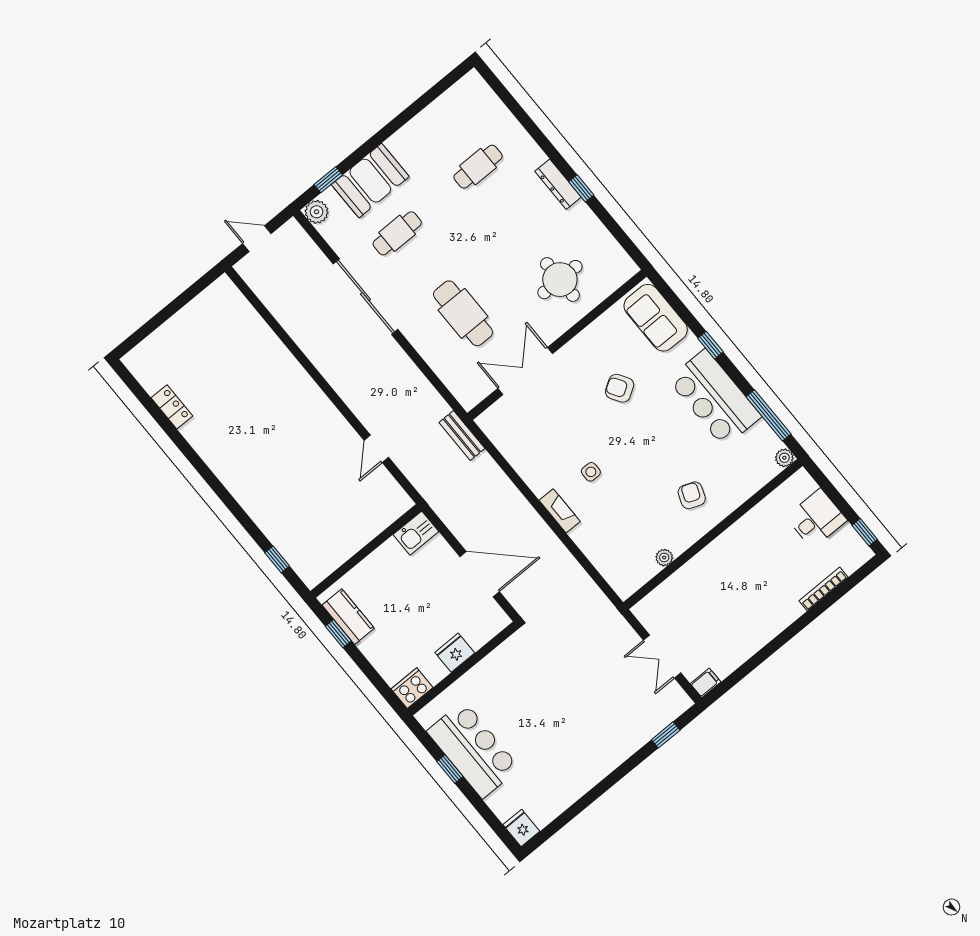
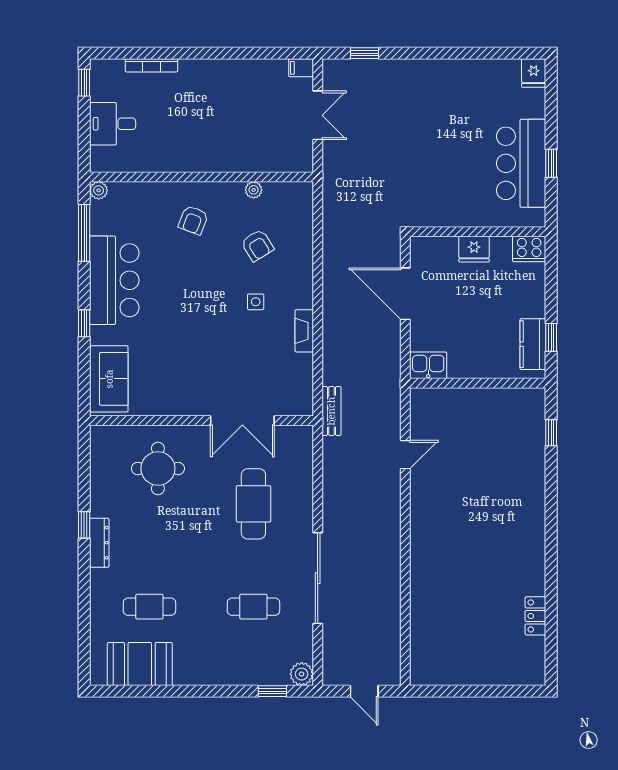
booth: (370, 181) -> (140, 664), moved
armchair: (620, 388) -> (257, 245), moved
fireplace: (560, 511) -> (304, 331), moved

